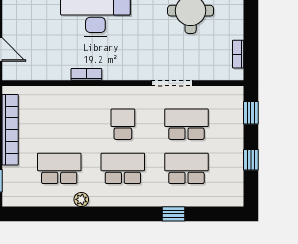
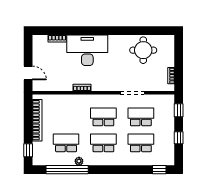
school desk: (123, 124) -> (103, 117), width x1.85
window: (61, 214) -> (67, 170), added
window: (173, 214) -> (159, 170), moved

